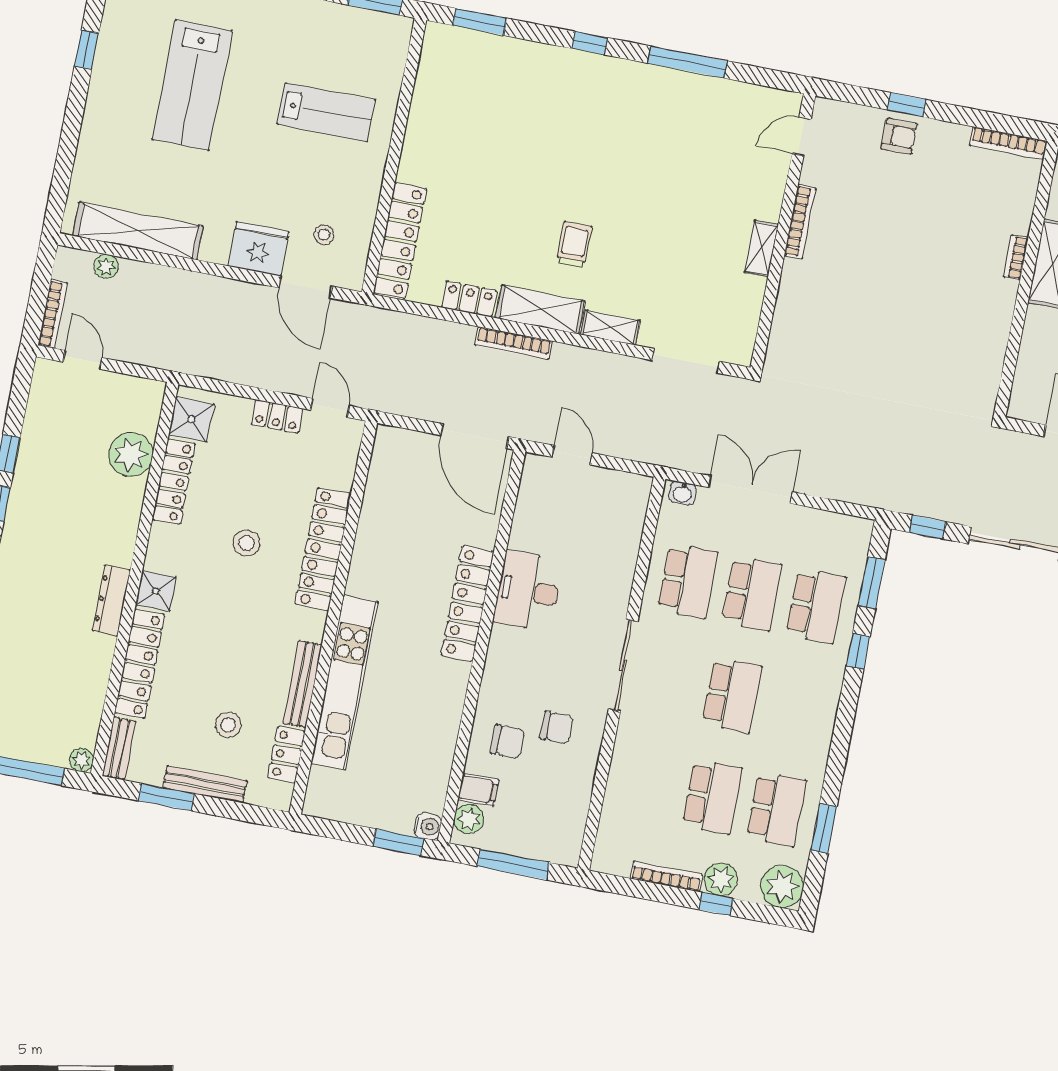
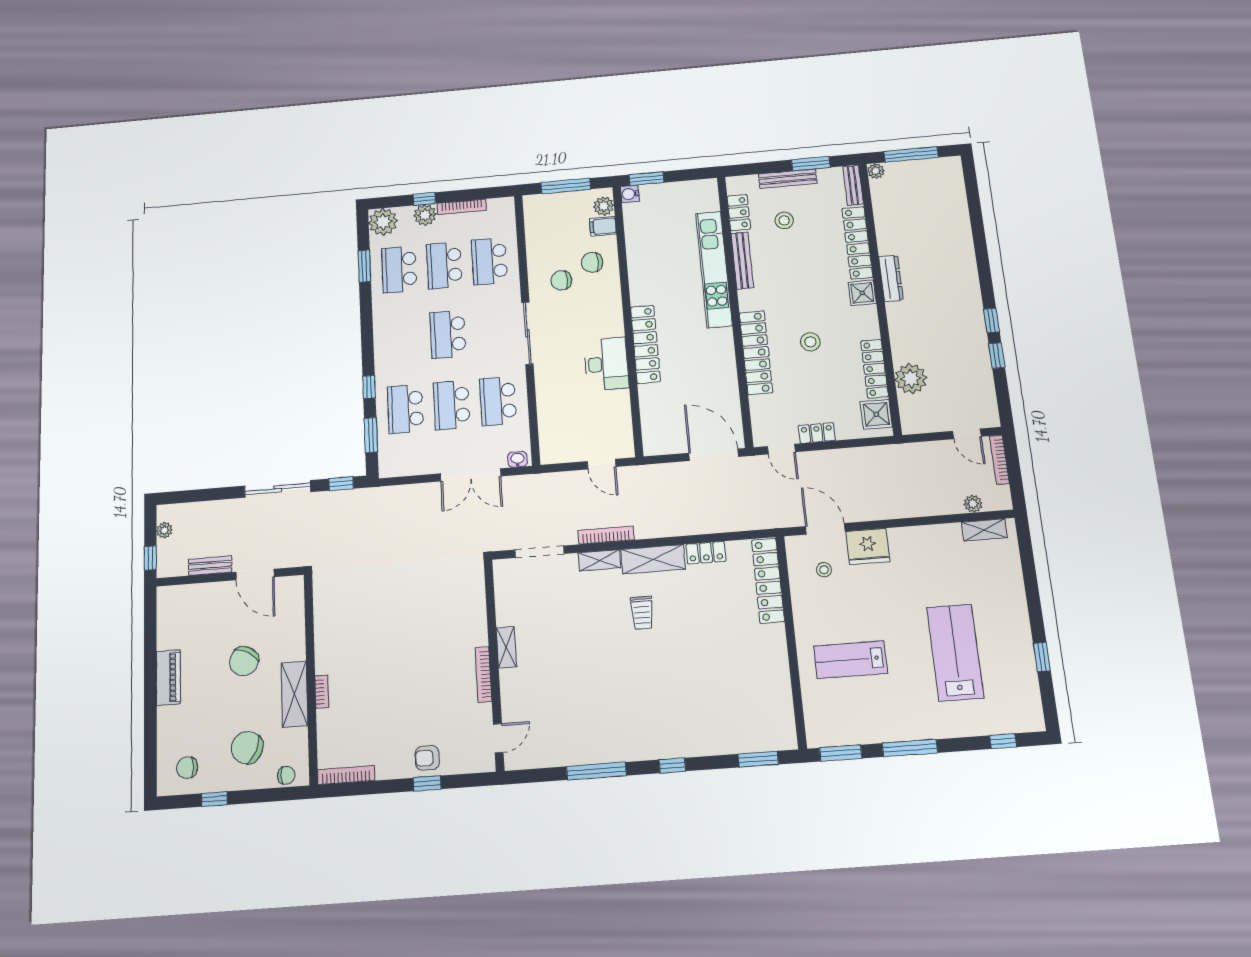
shelving: (138, 231) -> (984, 530), width x0.45, depth x0.75
bookcase: (513, 343) -> (606, 535), moved
door: (475, 436) -> (714, 455), moved
school desk: (648, 784) -> (489, 261), added

